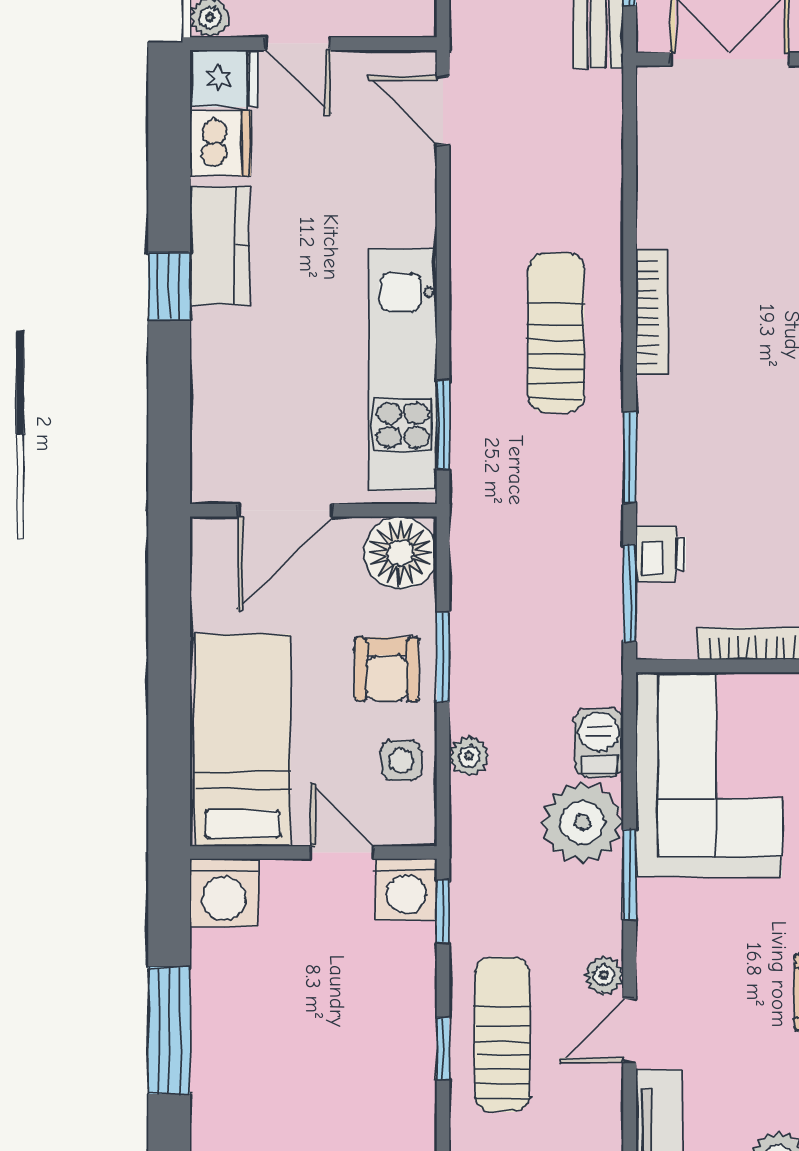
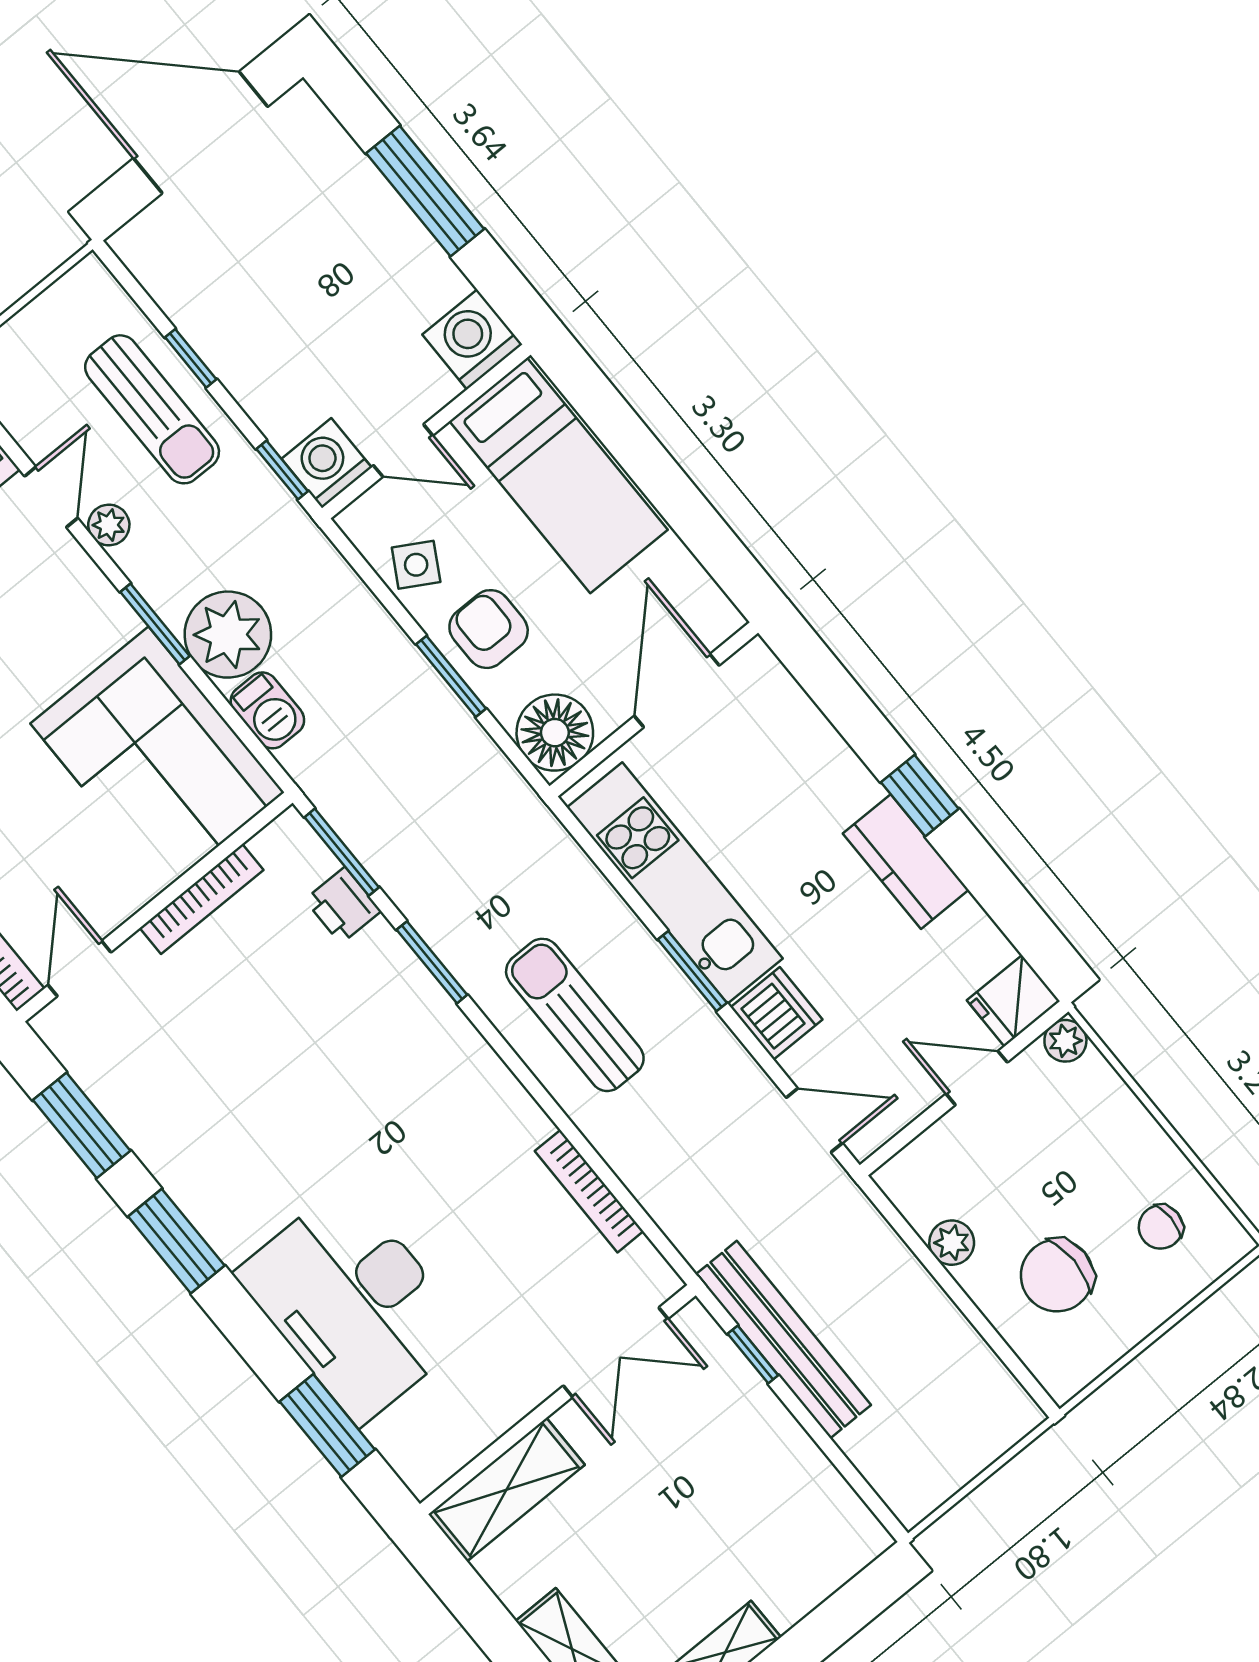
dishwasher: (220, 144) -> (776, 1013), moved, turned 180
bookcase: (652, 312) -> (589, 1191), moved
sun lounger: (556, 333) -> (575, 1015), turned 180
window: (443, 425) -> (692, 971), moved
plant: (469, 756) -> (364, 613), removed
side table: (401, 760) -> (416, 565), turned 30

